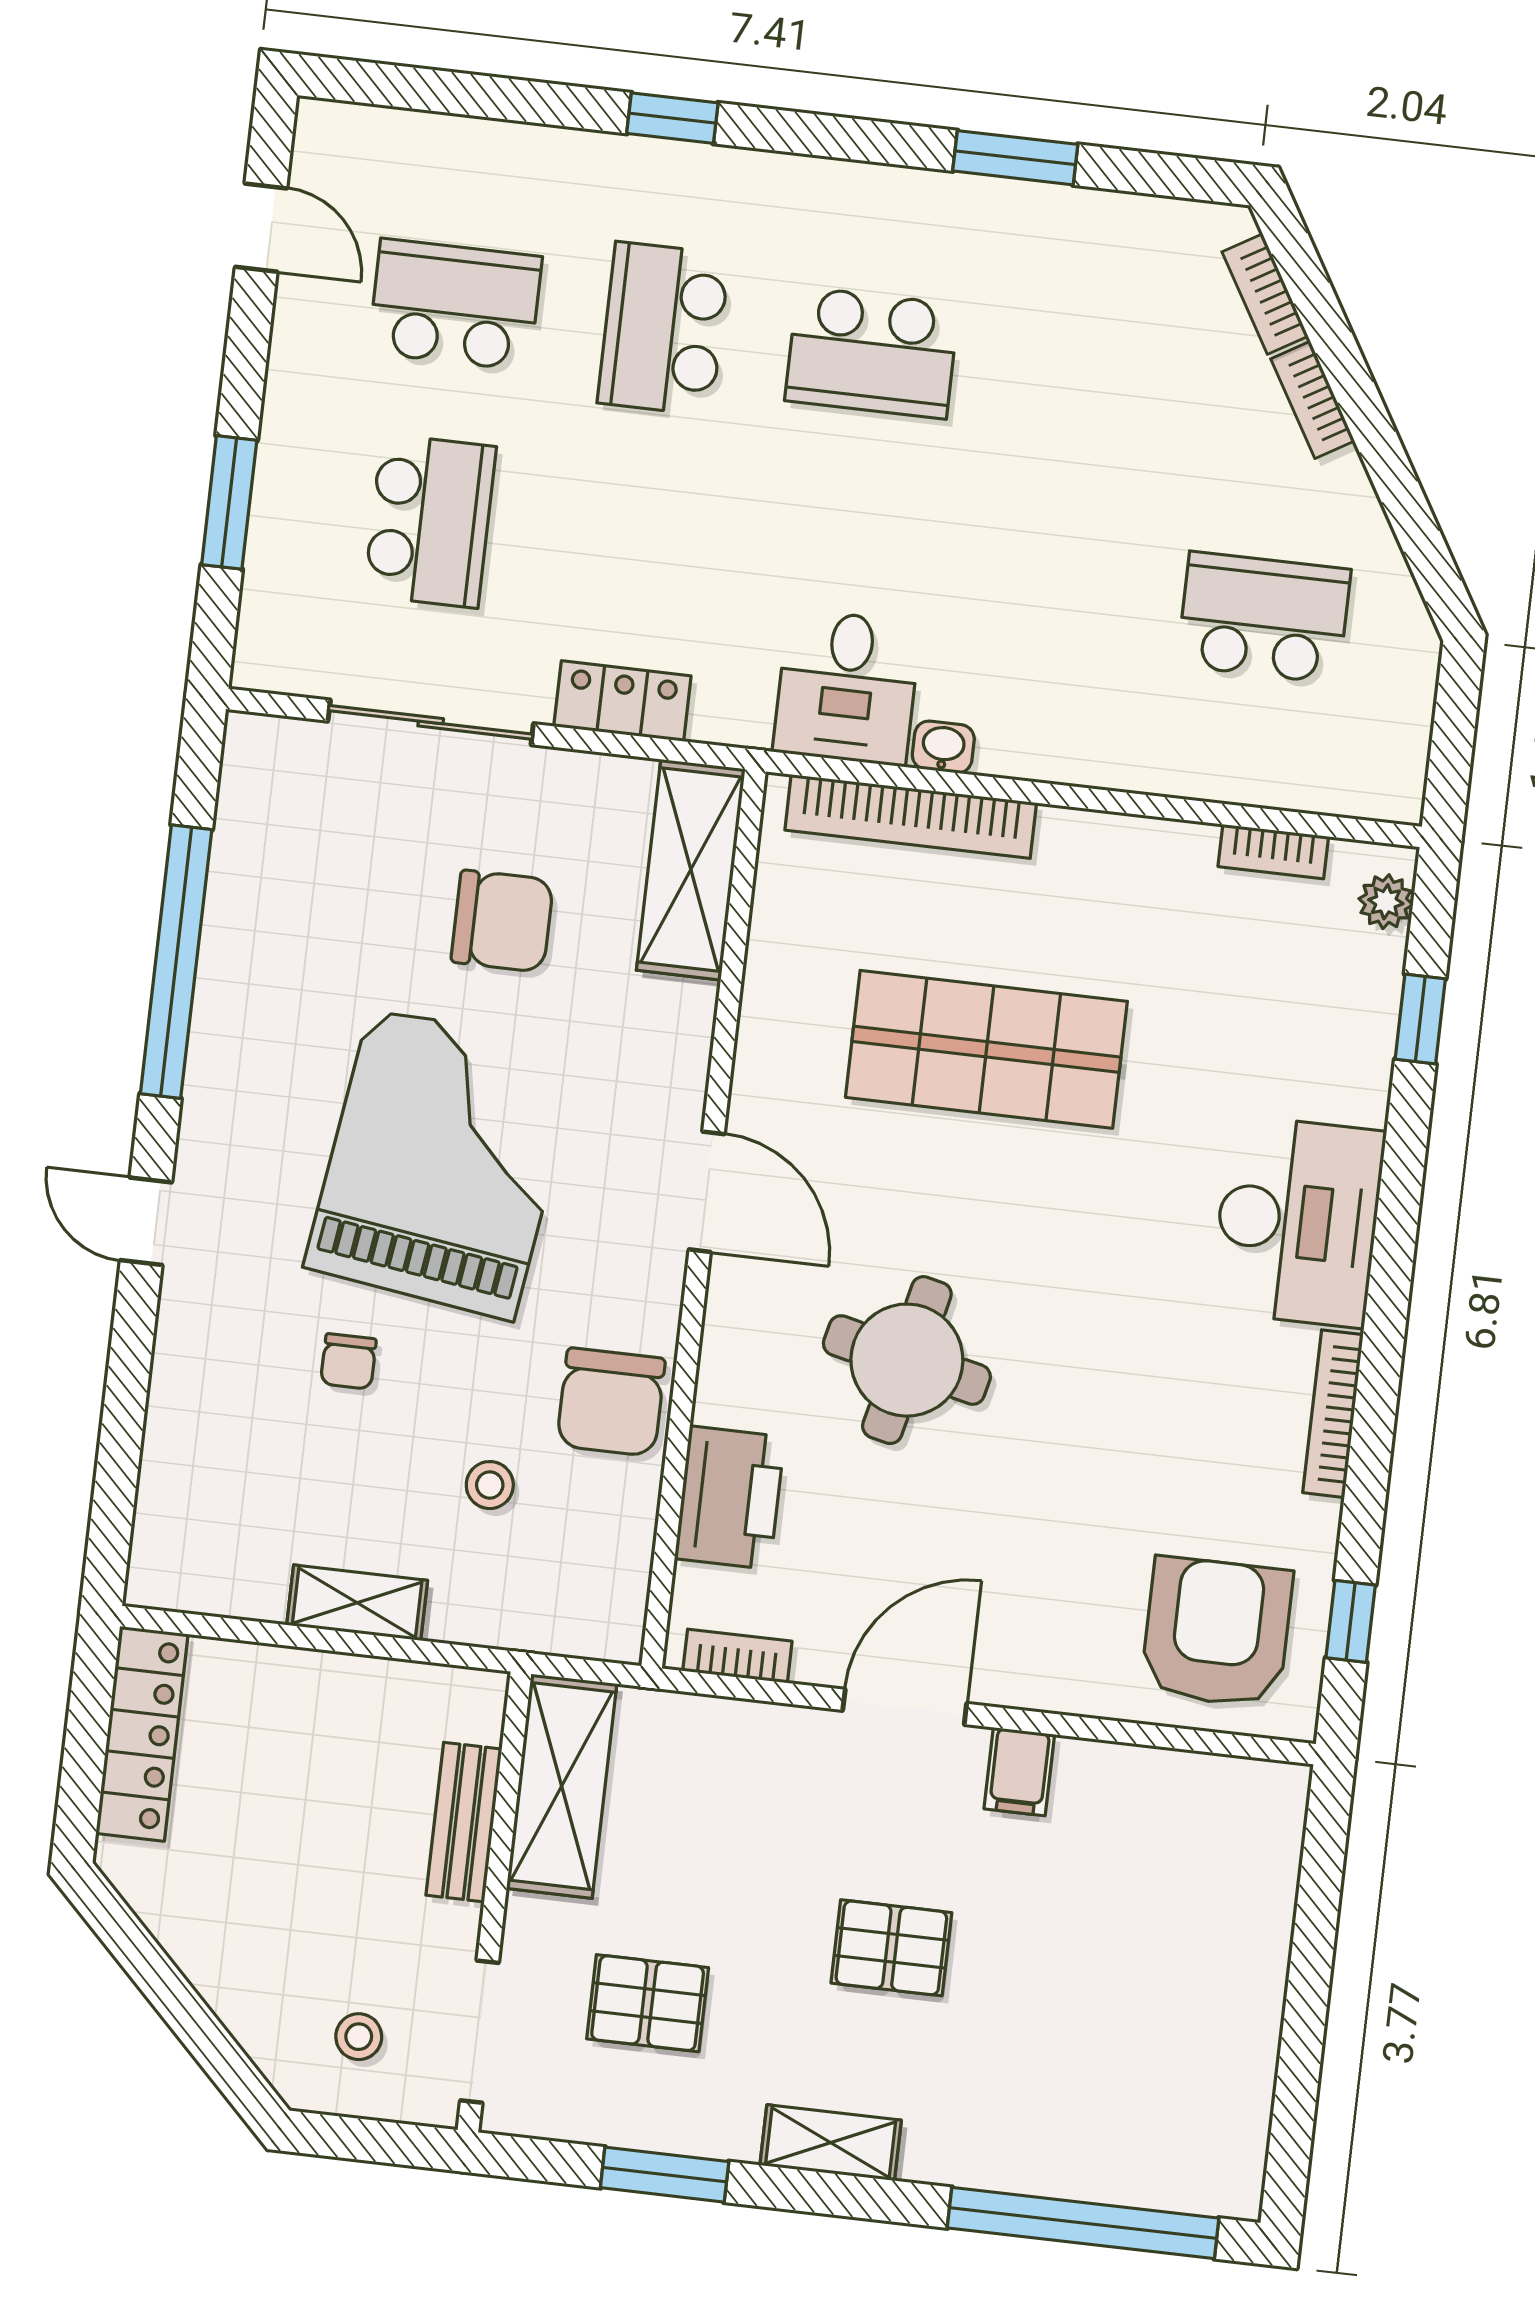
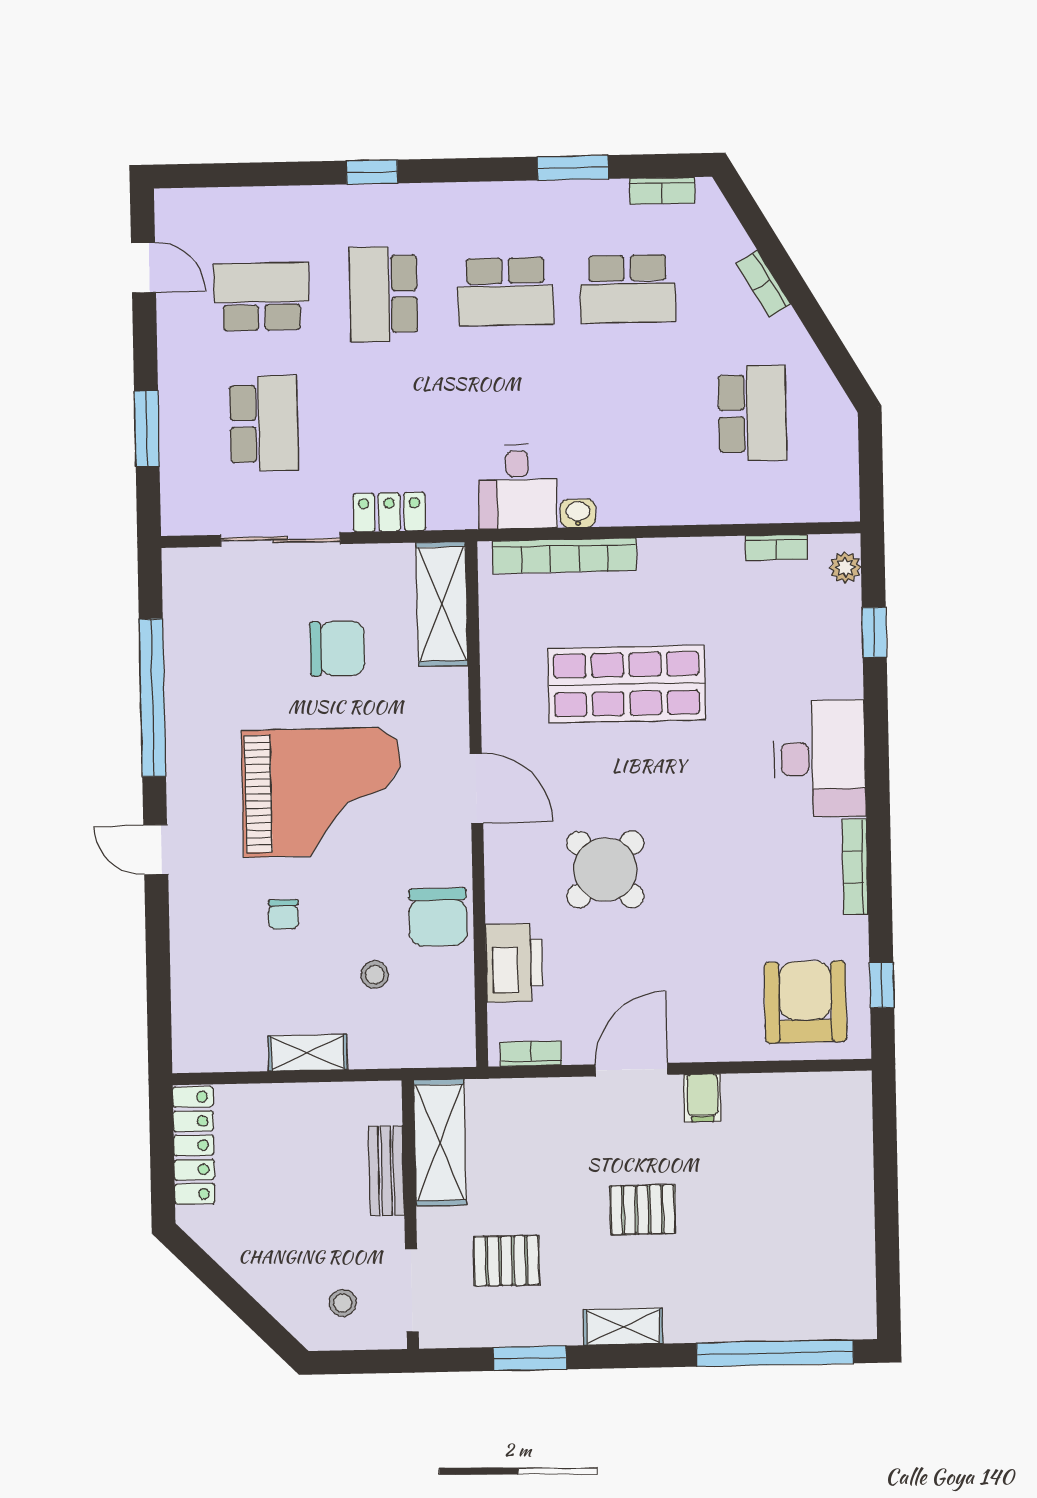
bookcase: (1265, 294) -> (662, 191), moved, turned -59
school desk: (1080, 377) -> (628, 289), added
school desk: (1264, 617) -> (752, 413), turned 90
grand piano: (442, 1163) -> (322, 792), turned 82
round table: (907, 1360) -> (605, 870), turned 33

